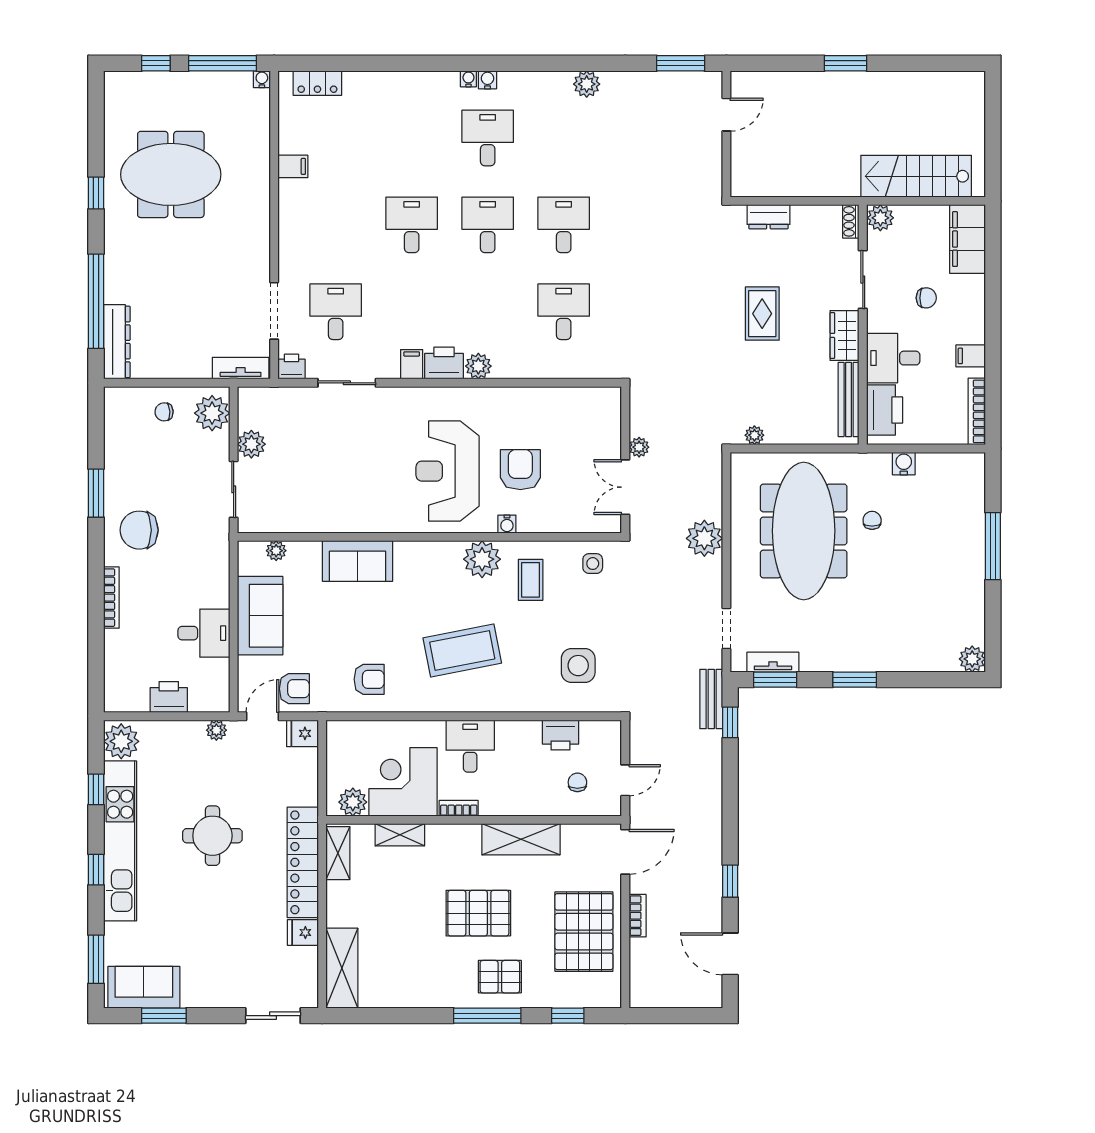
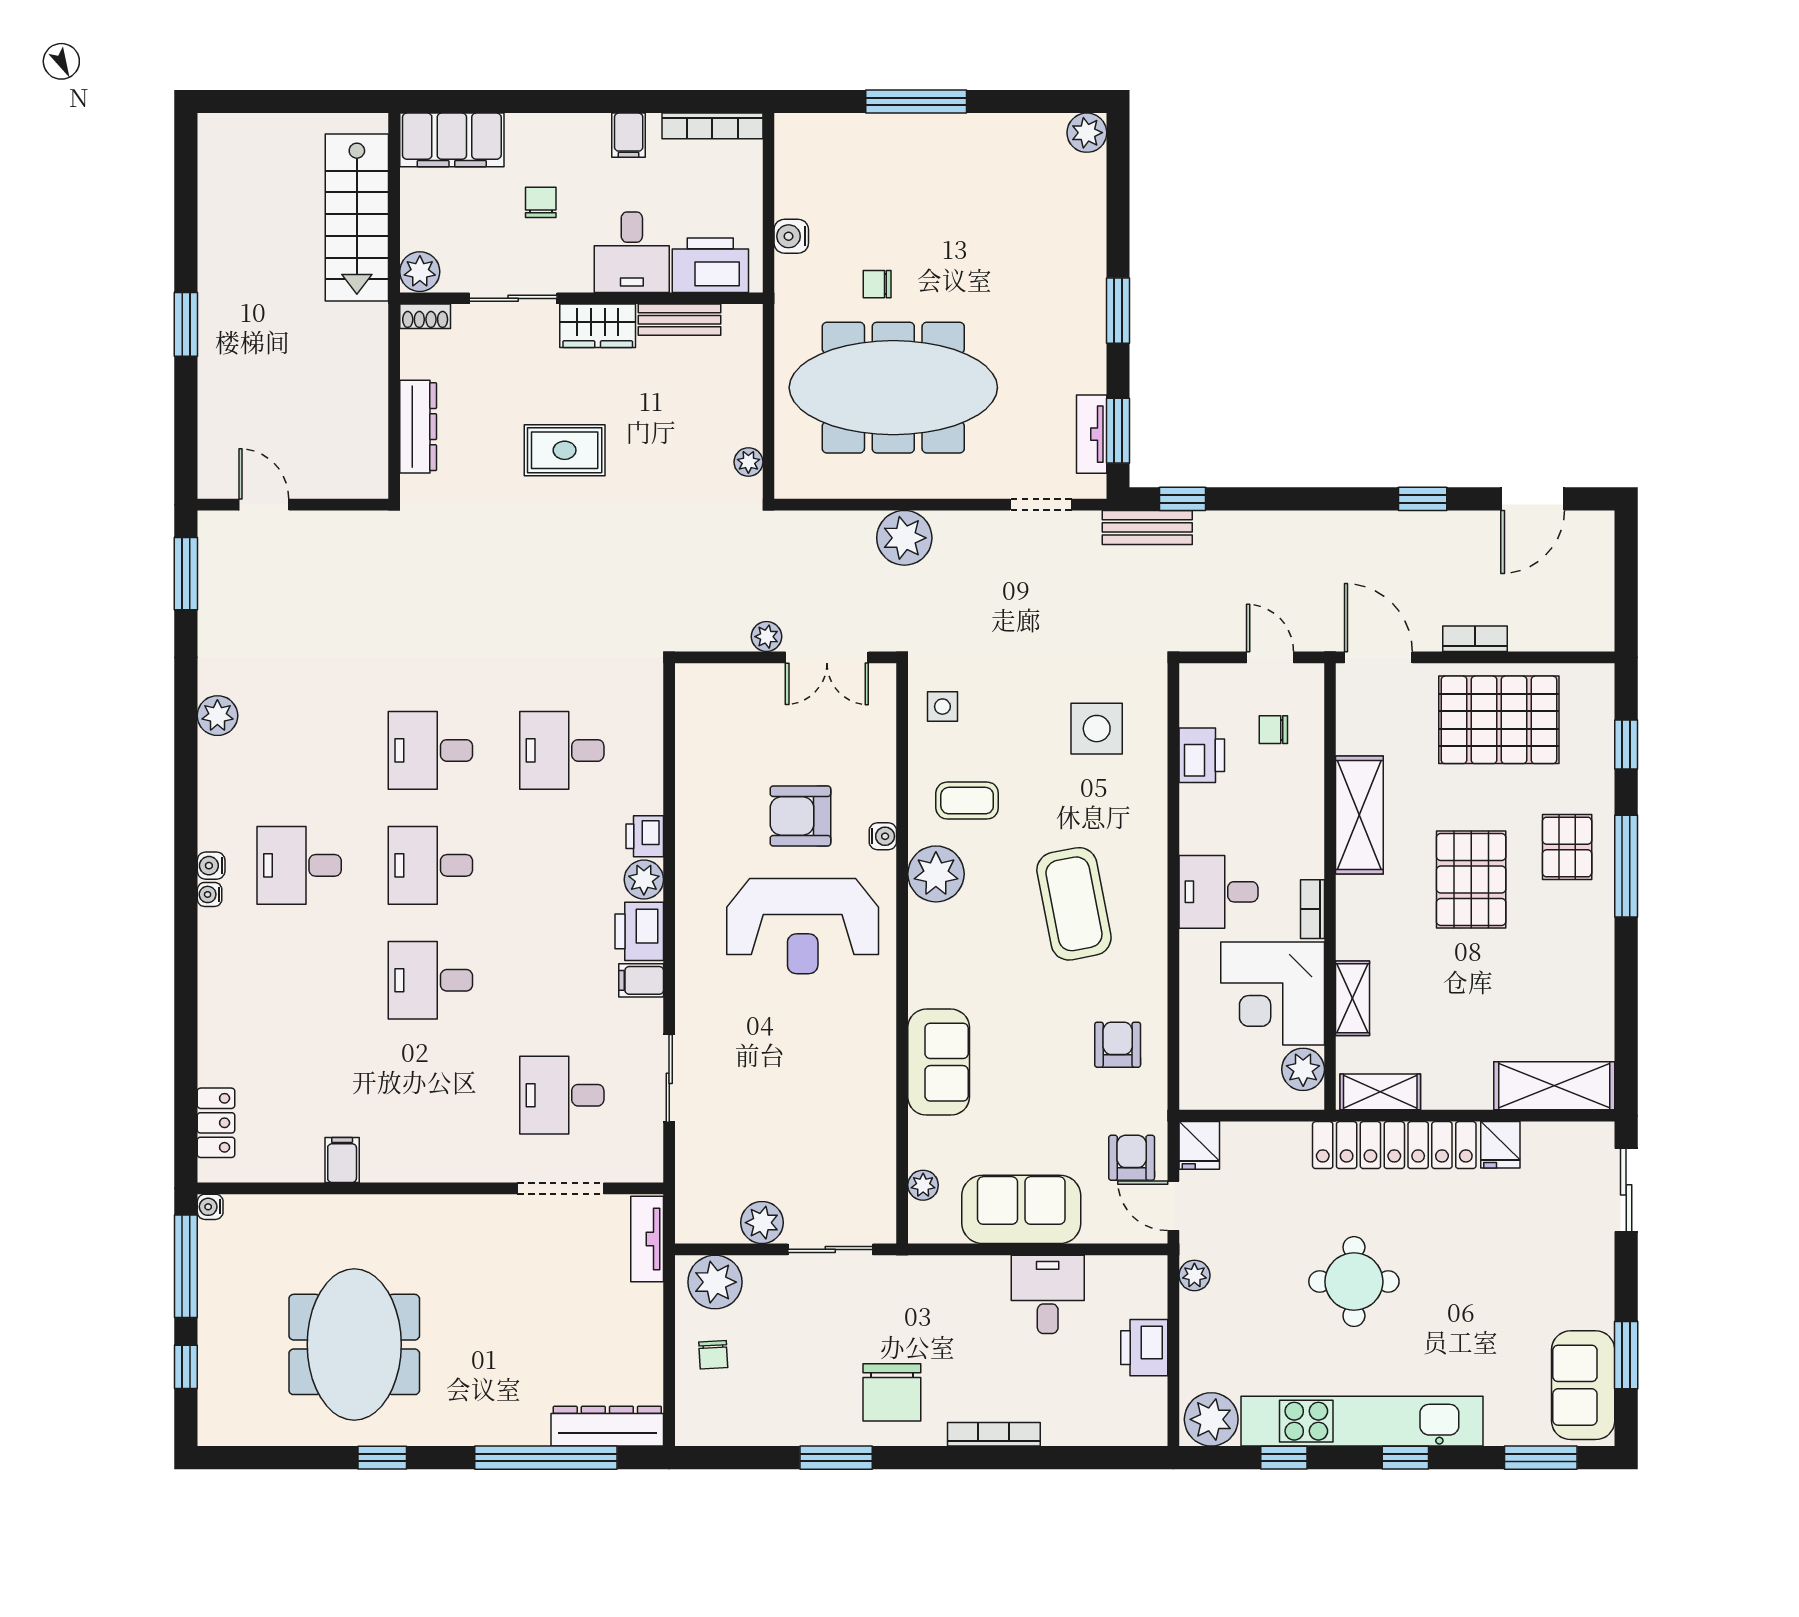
dresser: (768, 217) -> (418, 427), width x1.44
printer: (291, 367) -> (645, 836), moved
bench: (849, 400) -> (680, 320), width x0.73

